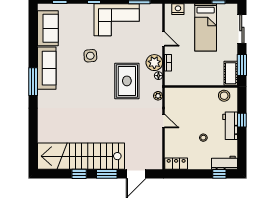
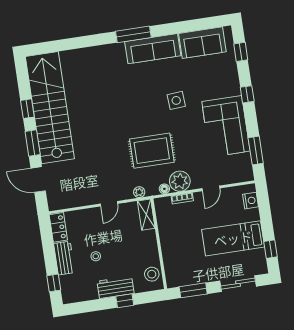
cot: (231, 73) -> (181, 278), removed
shelving: (177, 93) -> (146, 215), added
workbench: (224, 163) -> (64, 258), moved

